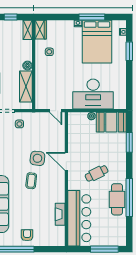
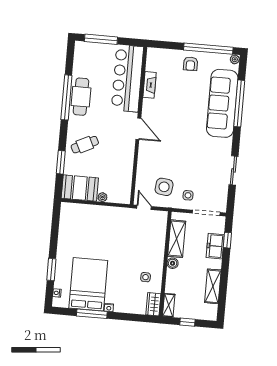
desk: (93, 94) -> (98, 223), removed
side table: (37, 158) -> (164, 187), moved
door: (66, 161) -> (138, 129), moved
cafe table: (97, 173) -> (85, 145), moved
coffee table: (31, 181) -> (180, 127), removed

